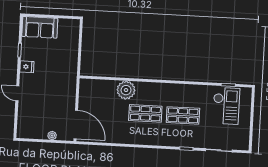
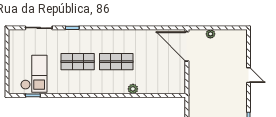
fridge: (27, 67) -> (240, 103), removed
plant: (126, 90) -> (133, 89), width x0.53, depth x0.53
checkout: (226, 106) -> (34, 74), turned 180

